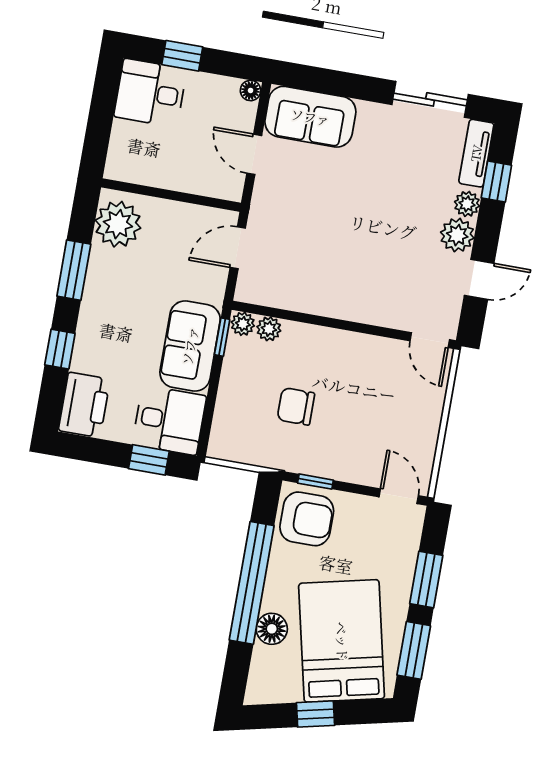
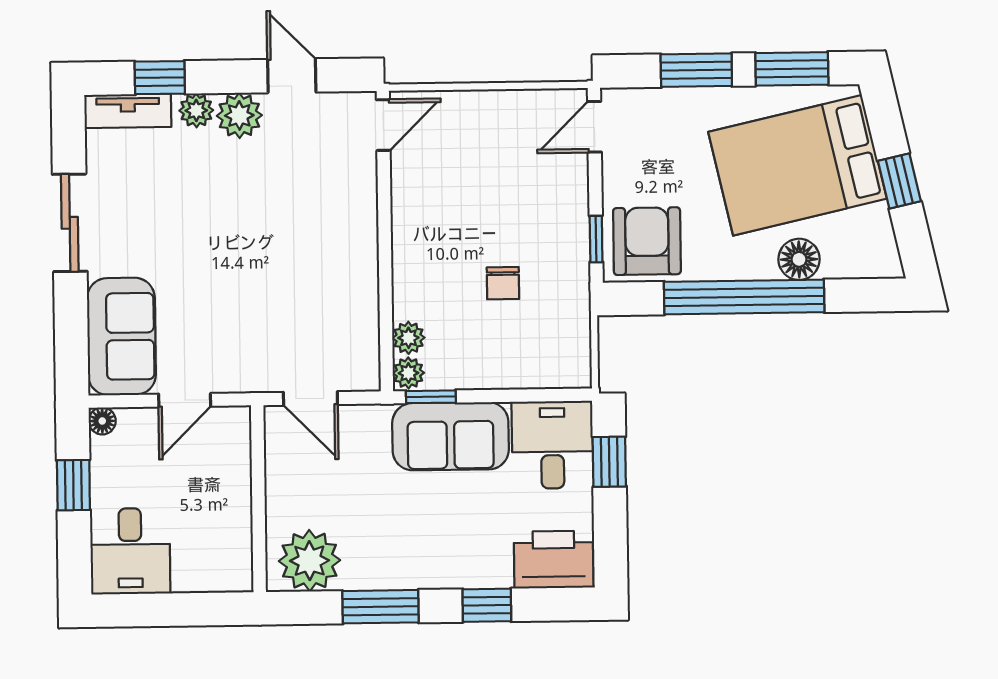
window: (182, 56) -> (73, 485), moved
sliding door: (430, 99) -> (70, 223), moved
chair: (296, 406) -> (503, 283), width x0.73, depth x0.73

